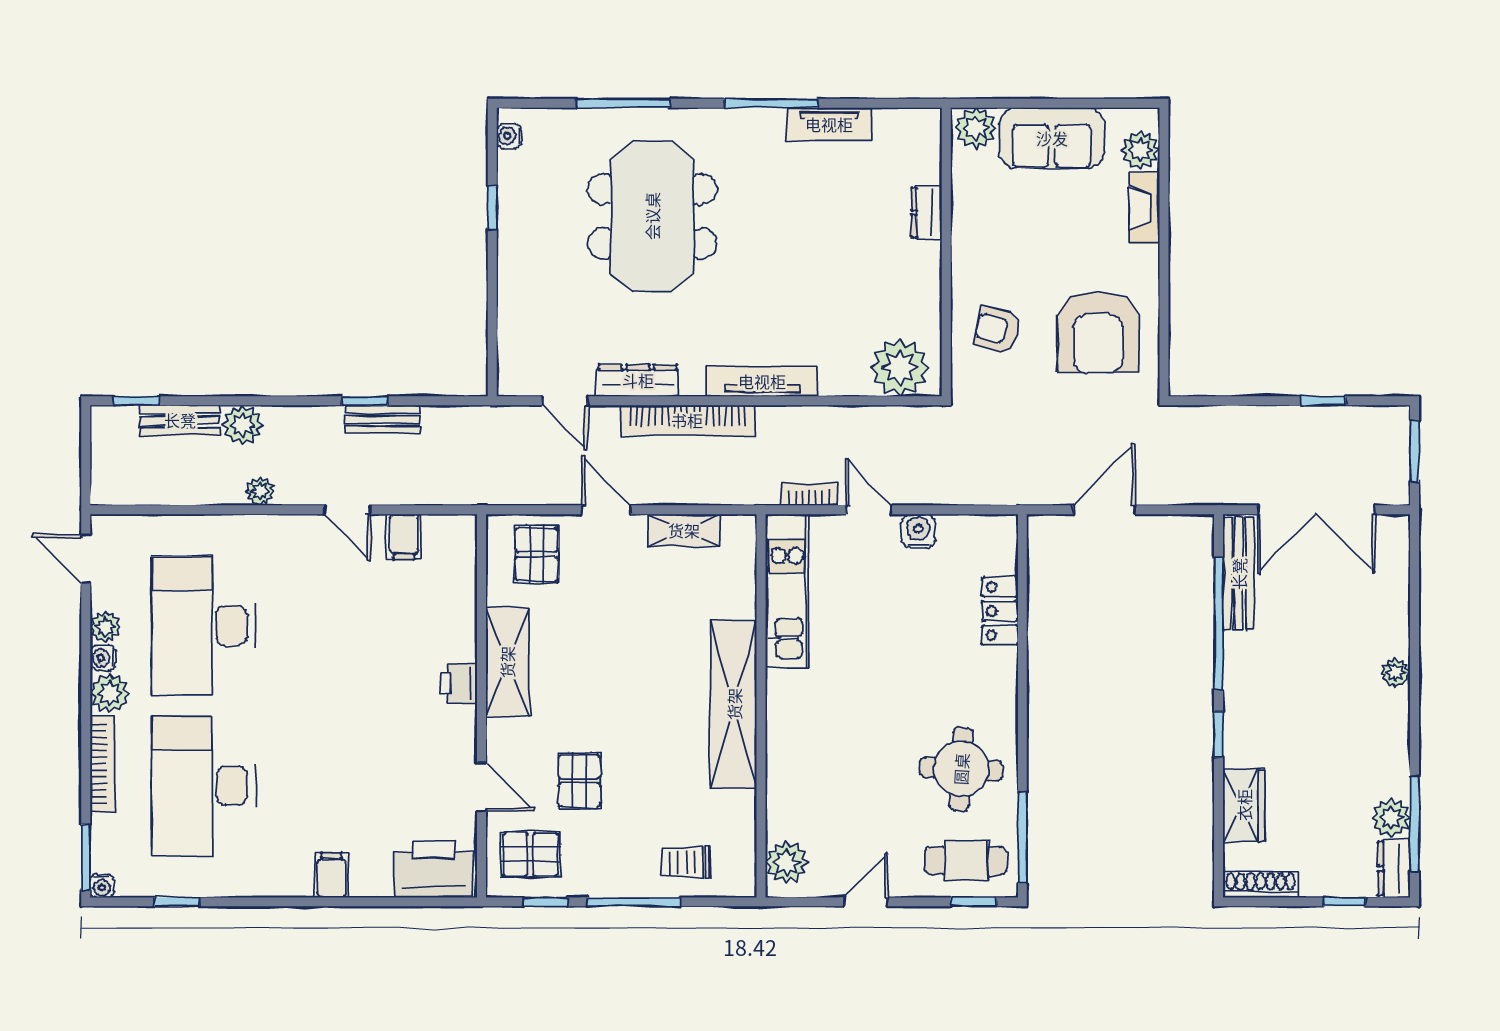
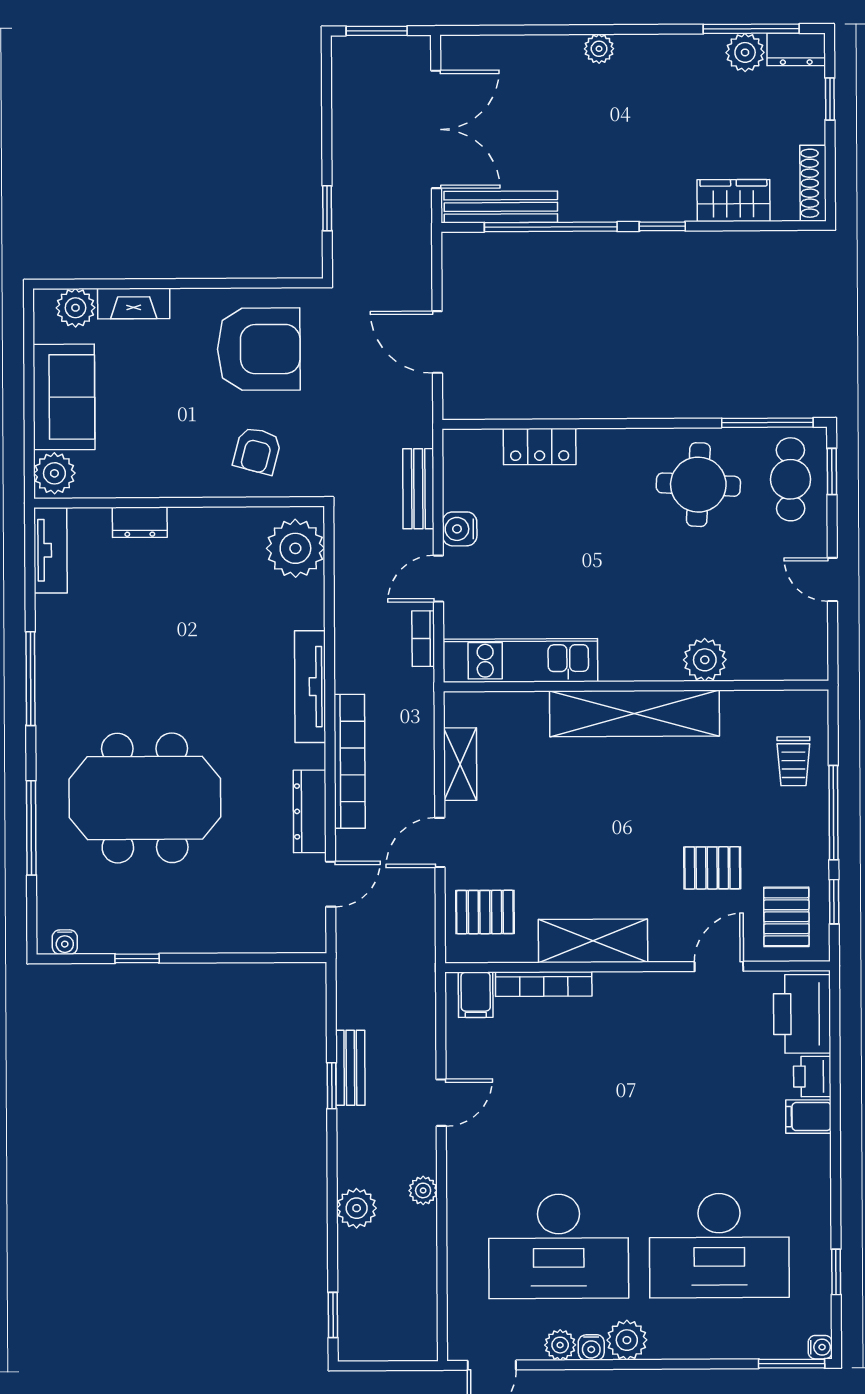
tv unit: (829, 124) -> (51, 550), moved
window: (1323, 401) -> (327, 208), moved
bench: (180, 420) -> (418, 489), moved
filing cabinet: (404, 537) -> (476, 995), moved, turned 90
printer: (459, 683) -> (812, 1076), moved, turned 90
bookcase: (102, 764) -> (544, 984), moved, turned 180
plant: (787, 863) -> (705, 660), moved

